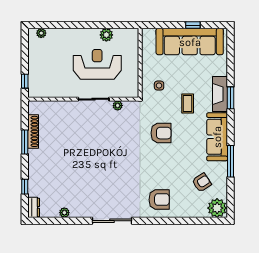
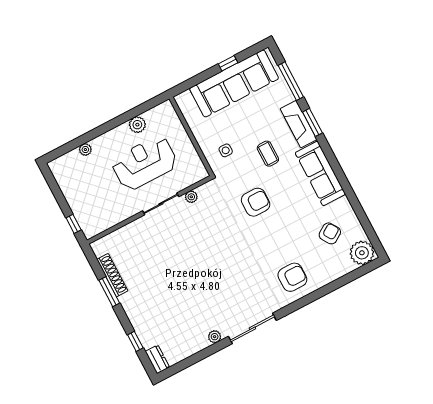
plant: (41, 33) -> (85, 150), moved
window: (230, 161) -> (291, 81), moved
plant: (64, 213) -> (215, 337), moved

